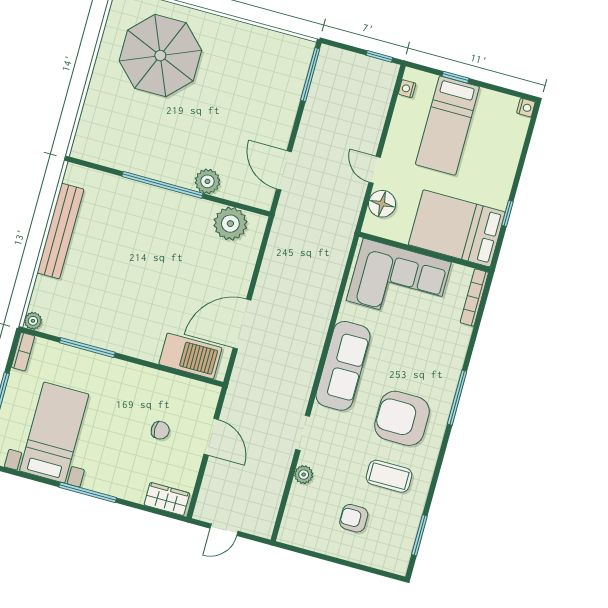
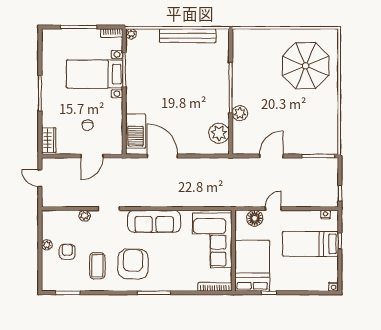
door: (284, 170) -> (271, 156), moved
bed with nightstands: (54, 433) -> (95, 74), moved, turned 180
plant: (334, 548) -> (47, 245), added

